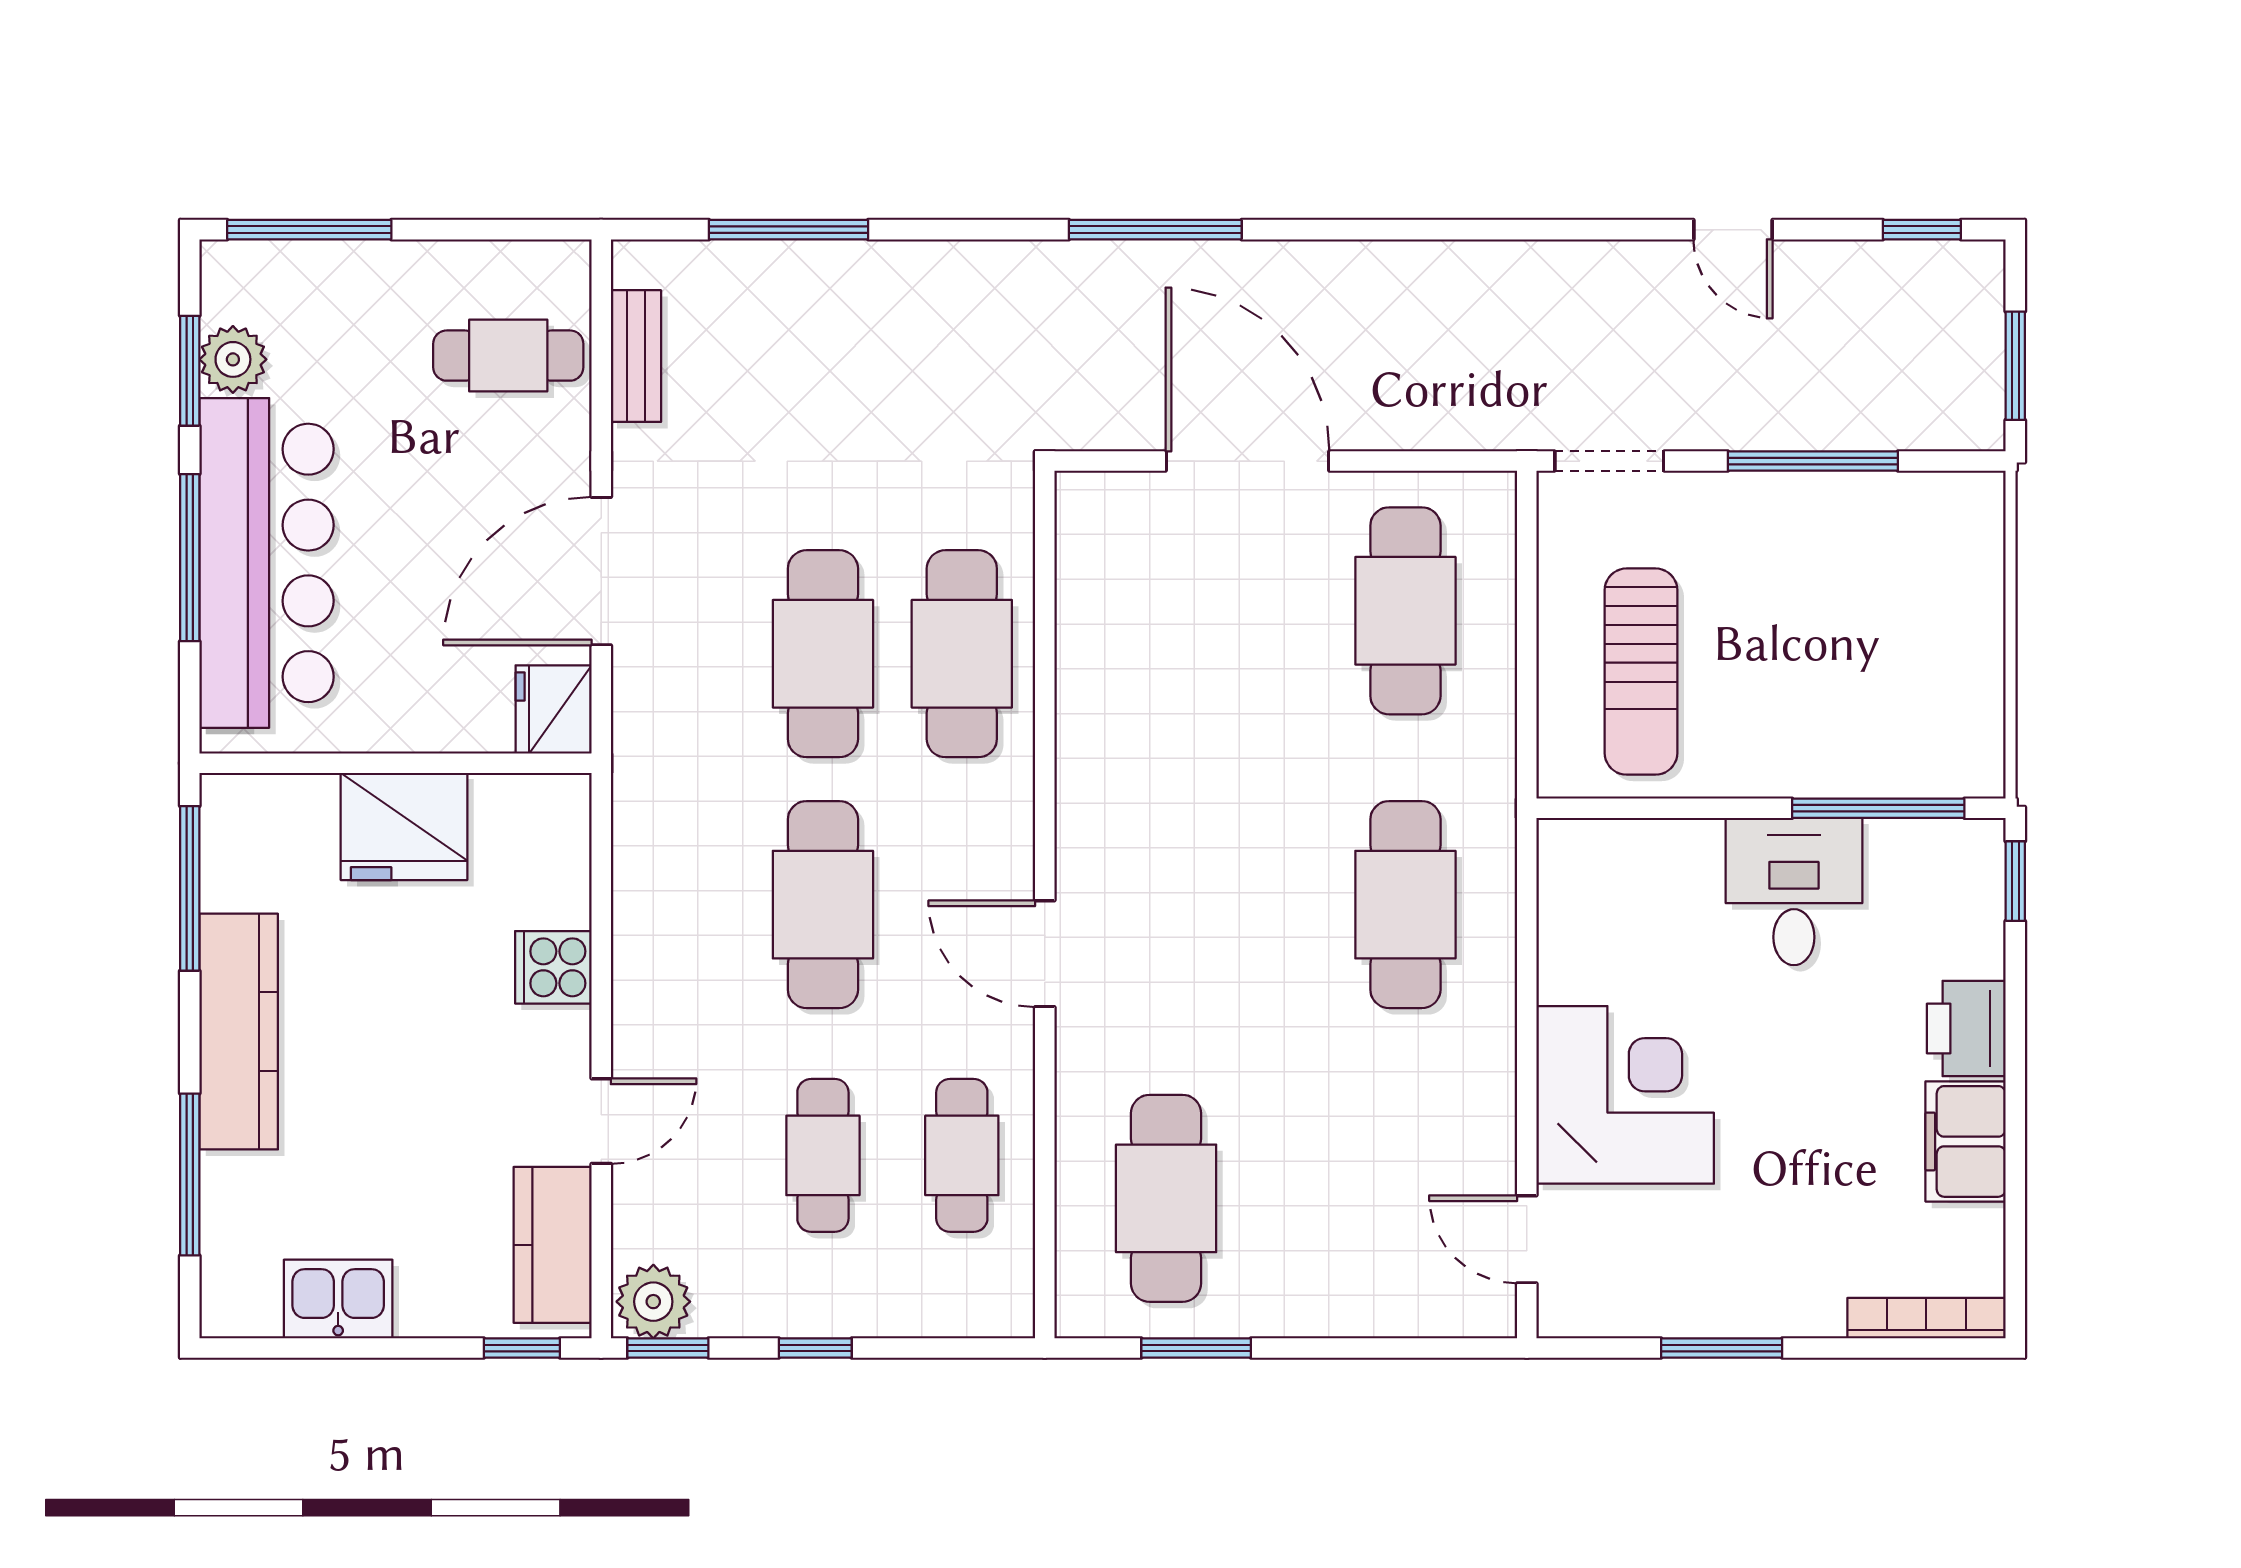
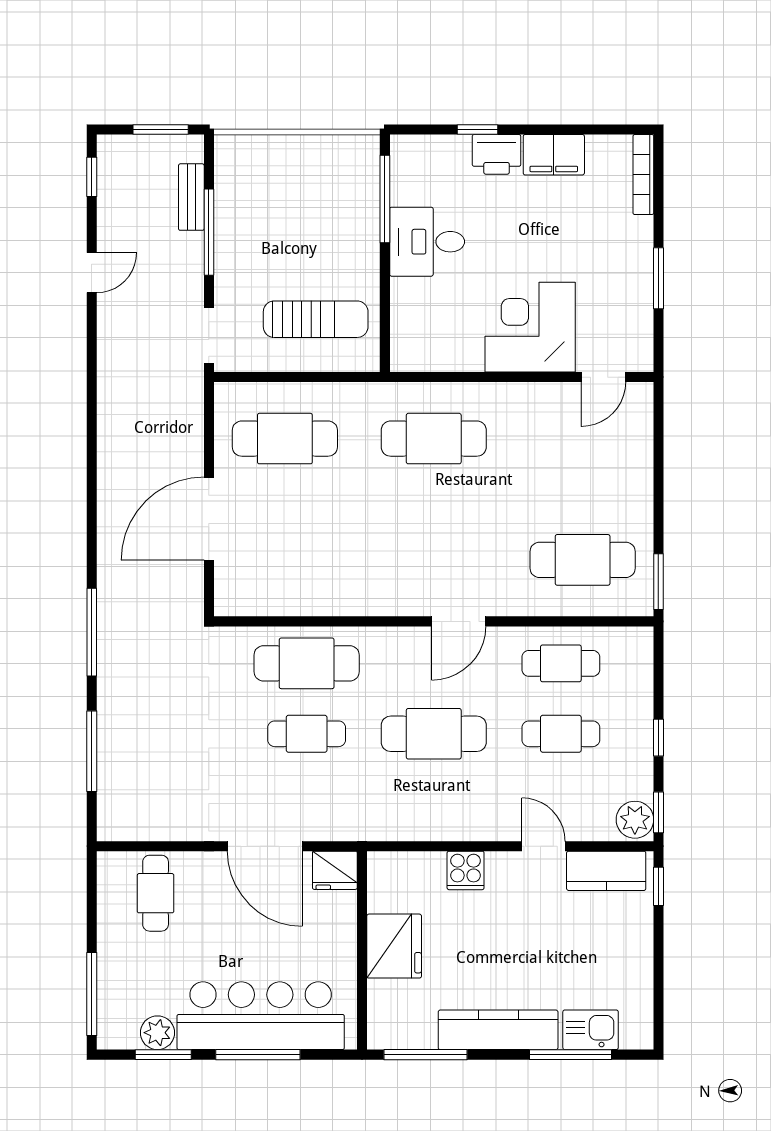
window: (1155, 230) -> (92, 632), moved
bench: (636, 356) -> (191, 197), moved, turned 90
cafe table: (823, 654) -> (307, 734), width x0.73, depth x0.74
window: (2015, 881) -> (478, 130), moved
kitchen sink: (338, 1299) -> (591, 1030), moved, turned 90
window: (1196, 1348) -> (658, 582), moved

